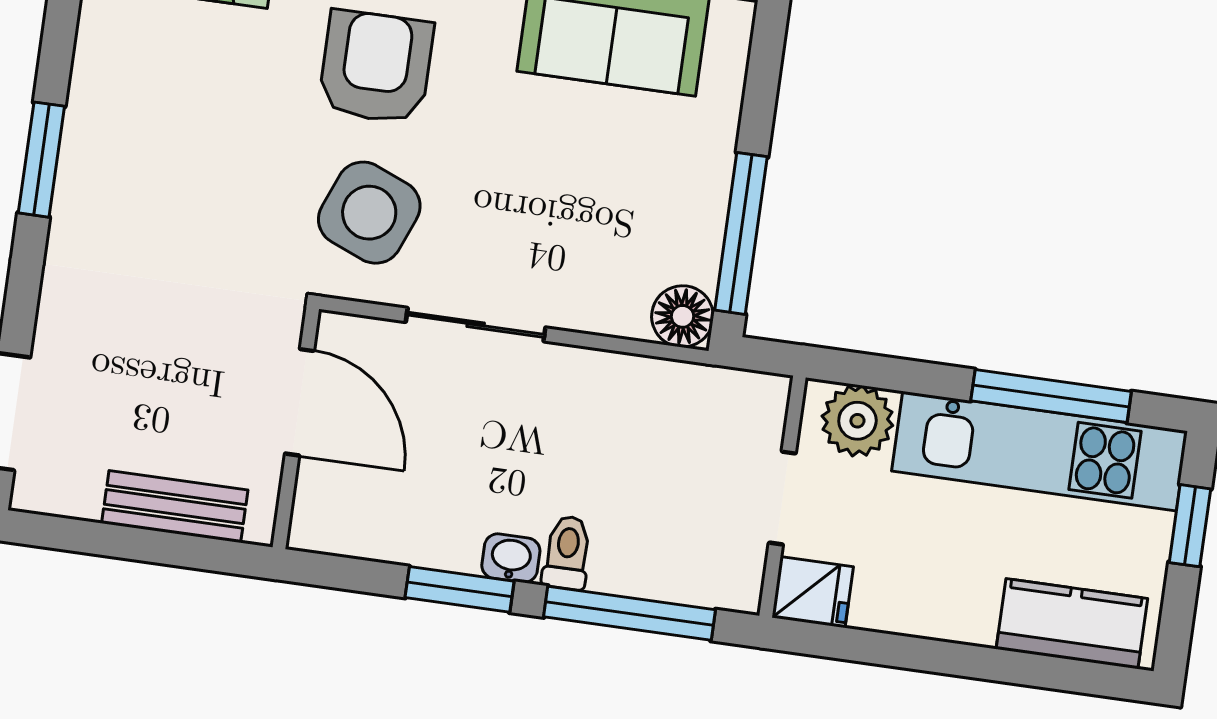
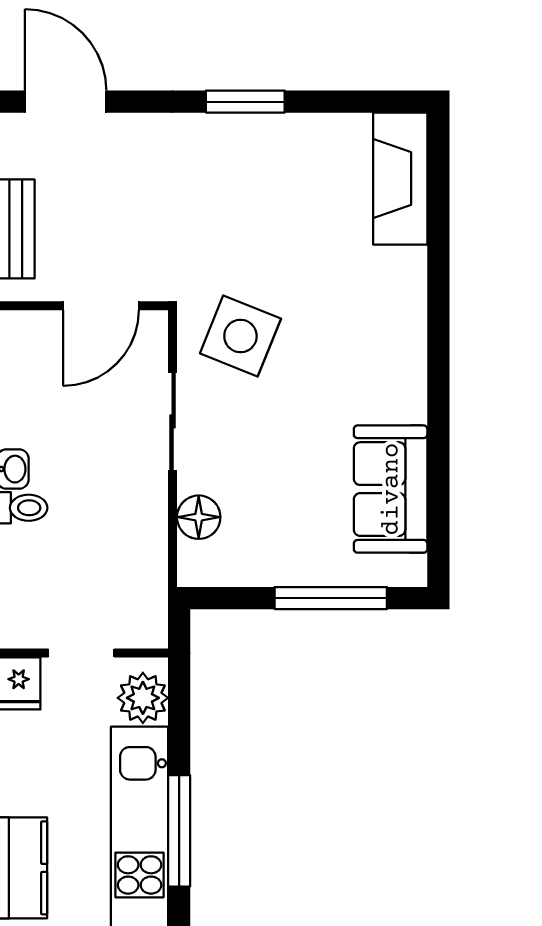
armchair: (376, 67) -> (343, 326), removed
window: (741, 233) -> (331, 598), moved
floor lamp: (683, 316) -> (199, 517), moved

